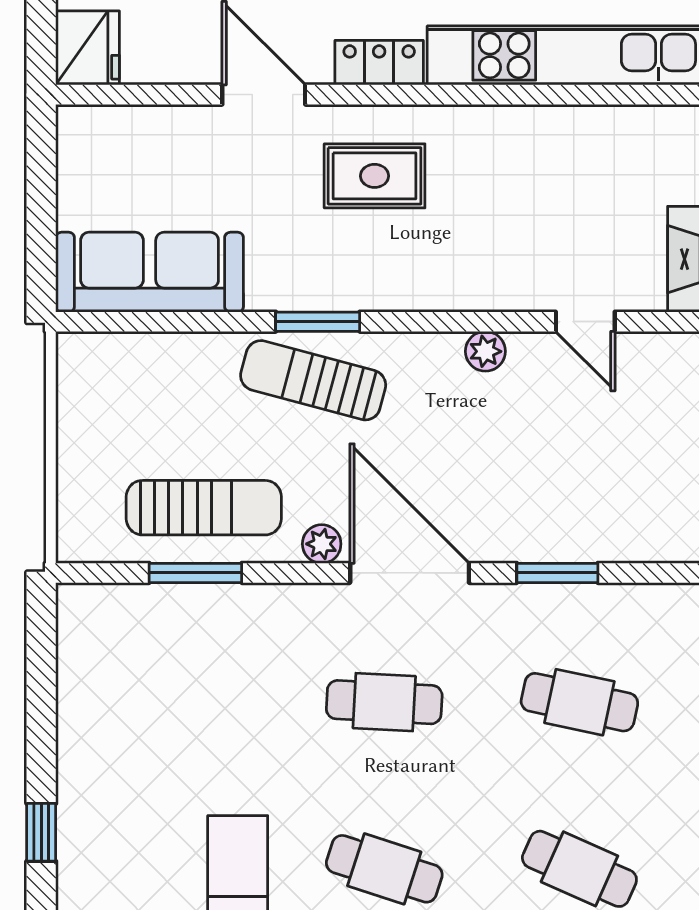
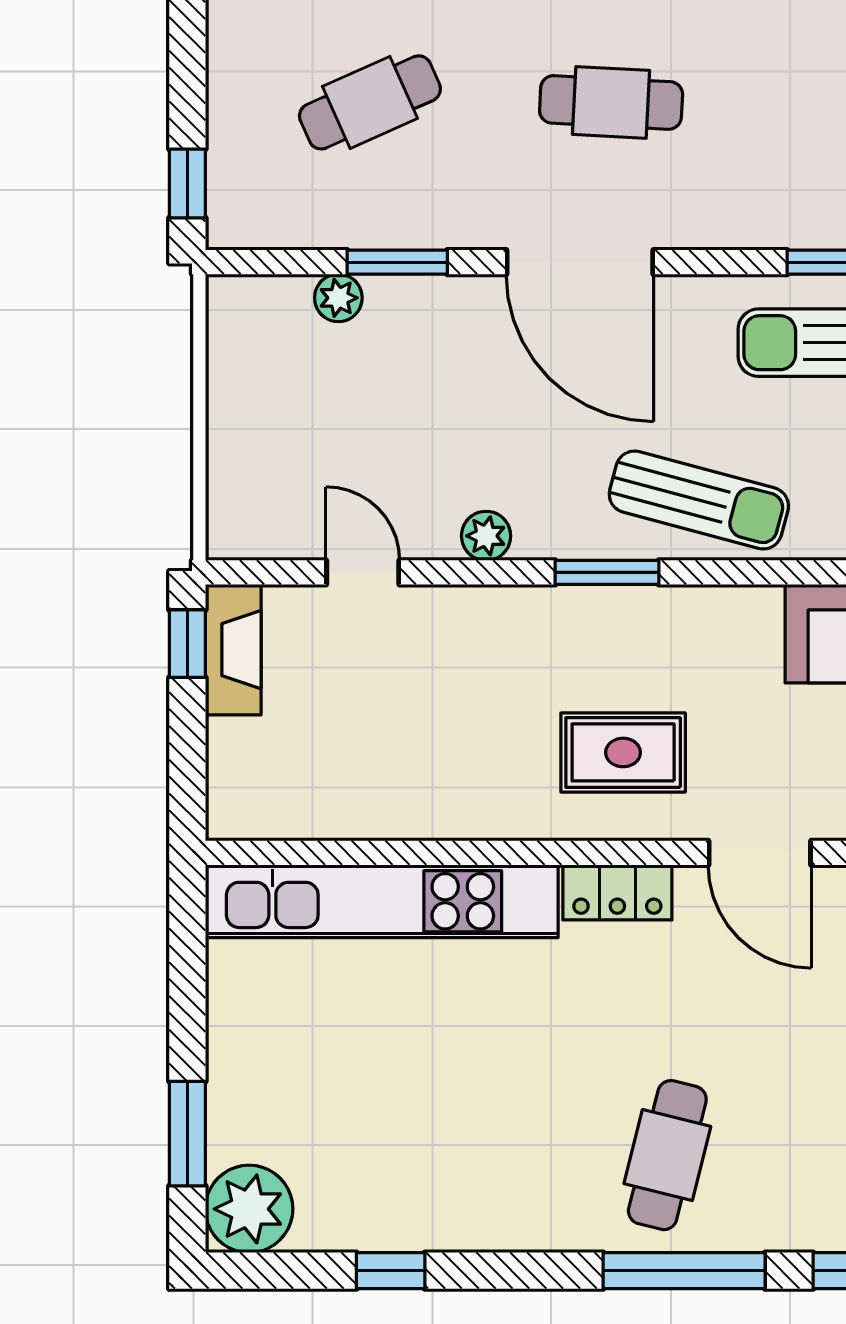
window: (318, 322) -> (607, 572), moved
plant: (322, 544) -> (338, 298), moved
cafe table: (579, 702) -> (370, 102), turned -36

